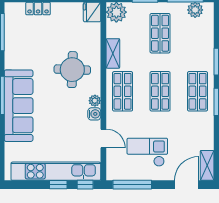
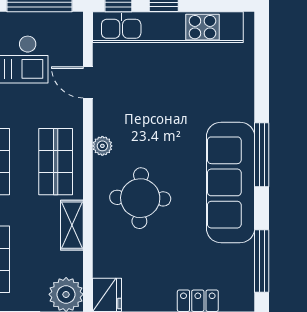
sofa: (19, 106) -> (231, 182), moved
water cooler: (94, 114) -> (103, 124), removed

